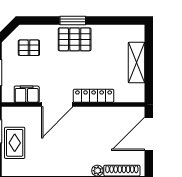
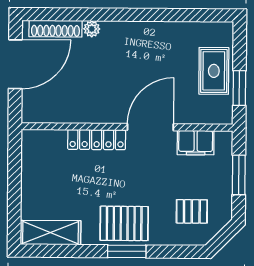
shelving: (136, 63) -> (51, 233), moved, turned 90
door: (149, 134) -> (15, 64), moved

